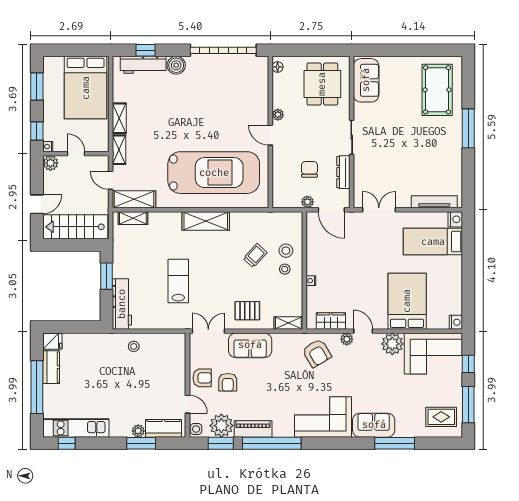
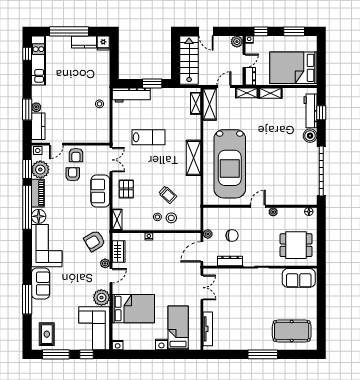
dresser: (97, 145) -> (250, 76), added
nightstand: (455, 219) -> (161, 345), moved
armchair: (228, 382) -> (73, 174), turned 90
floor lamp: (284, 428) -> (39, 216), added

